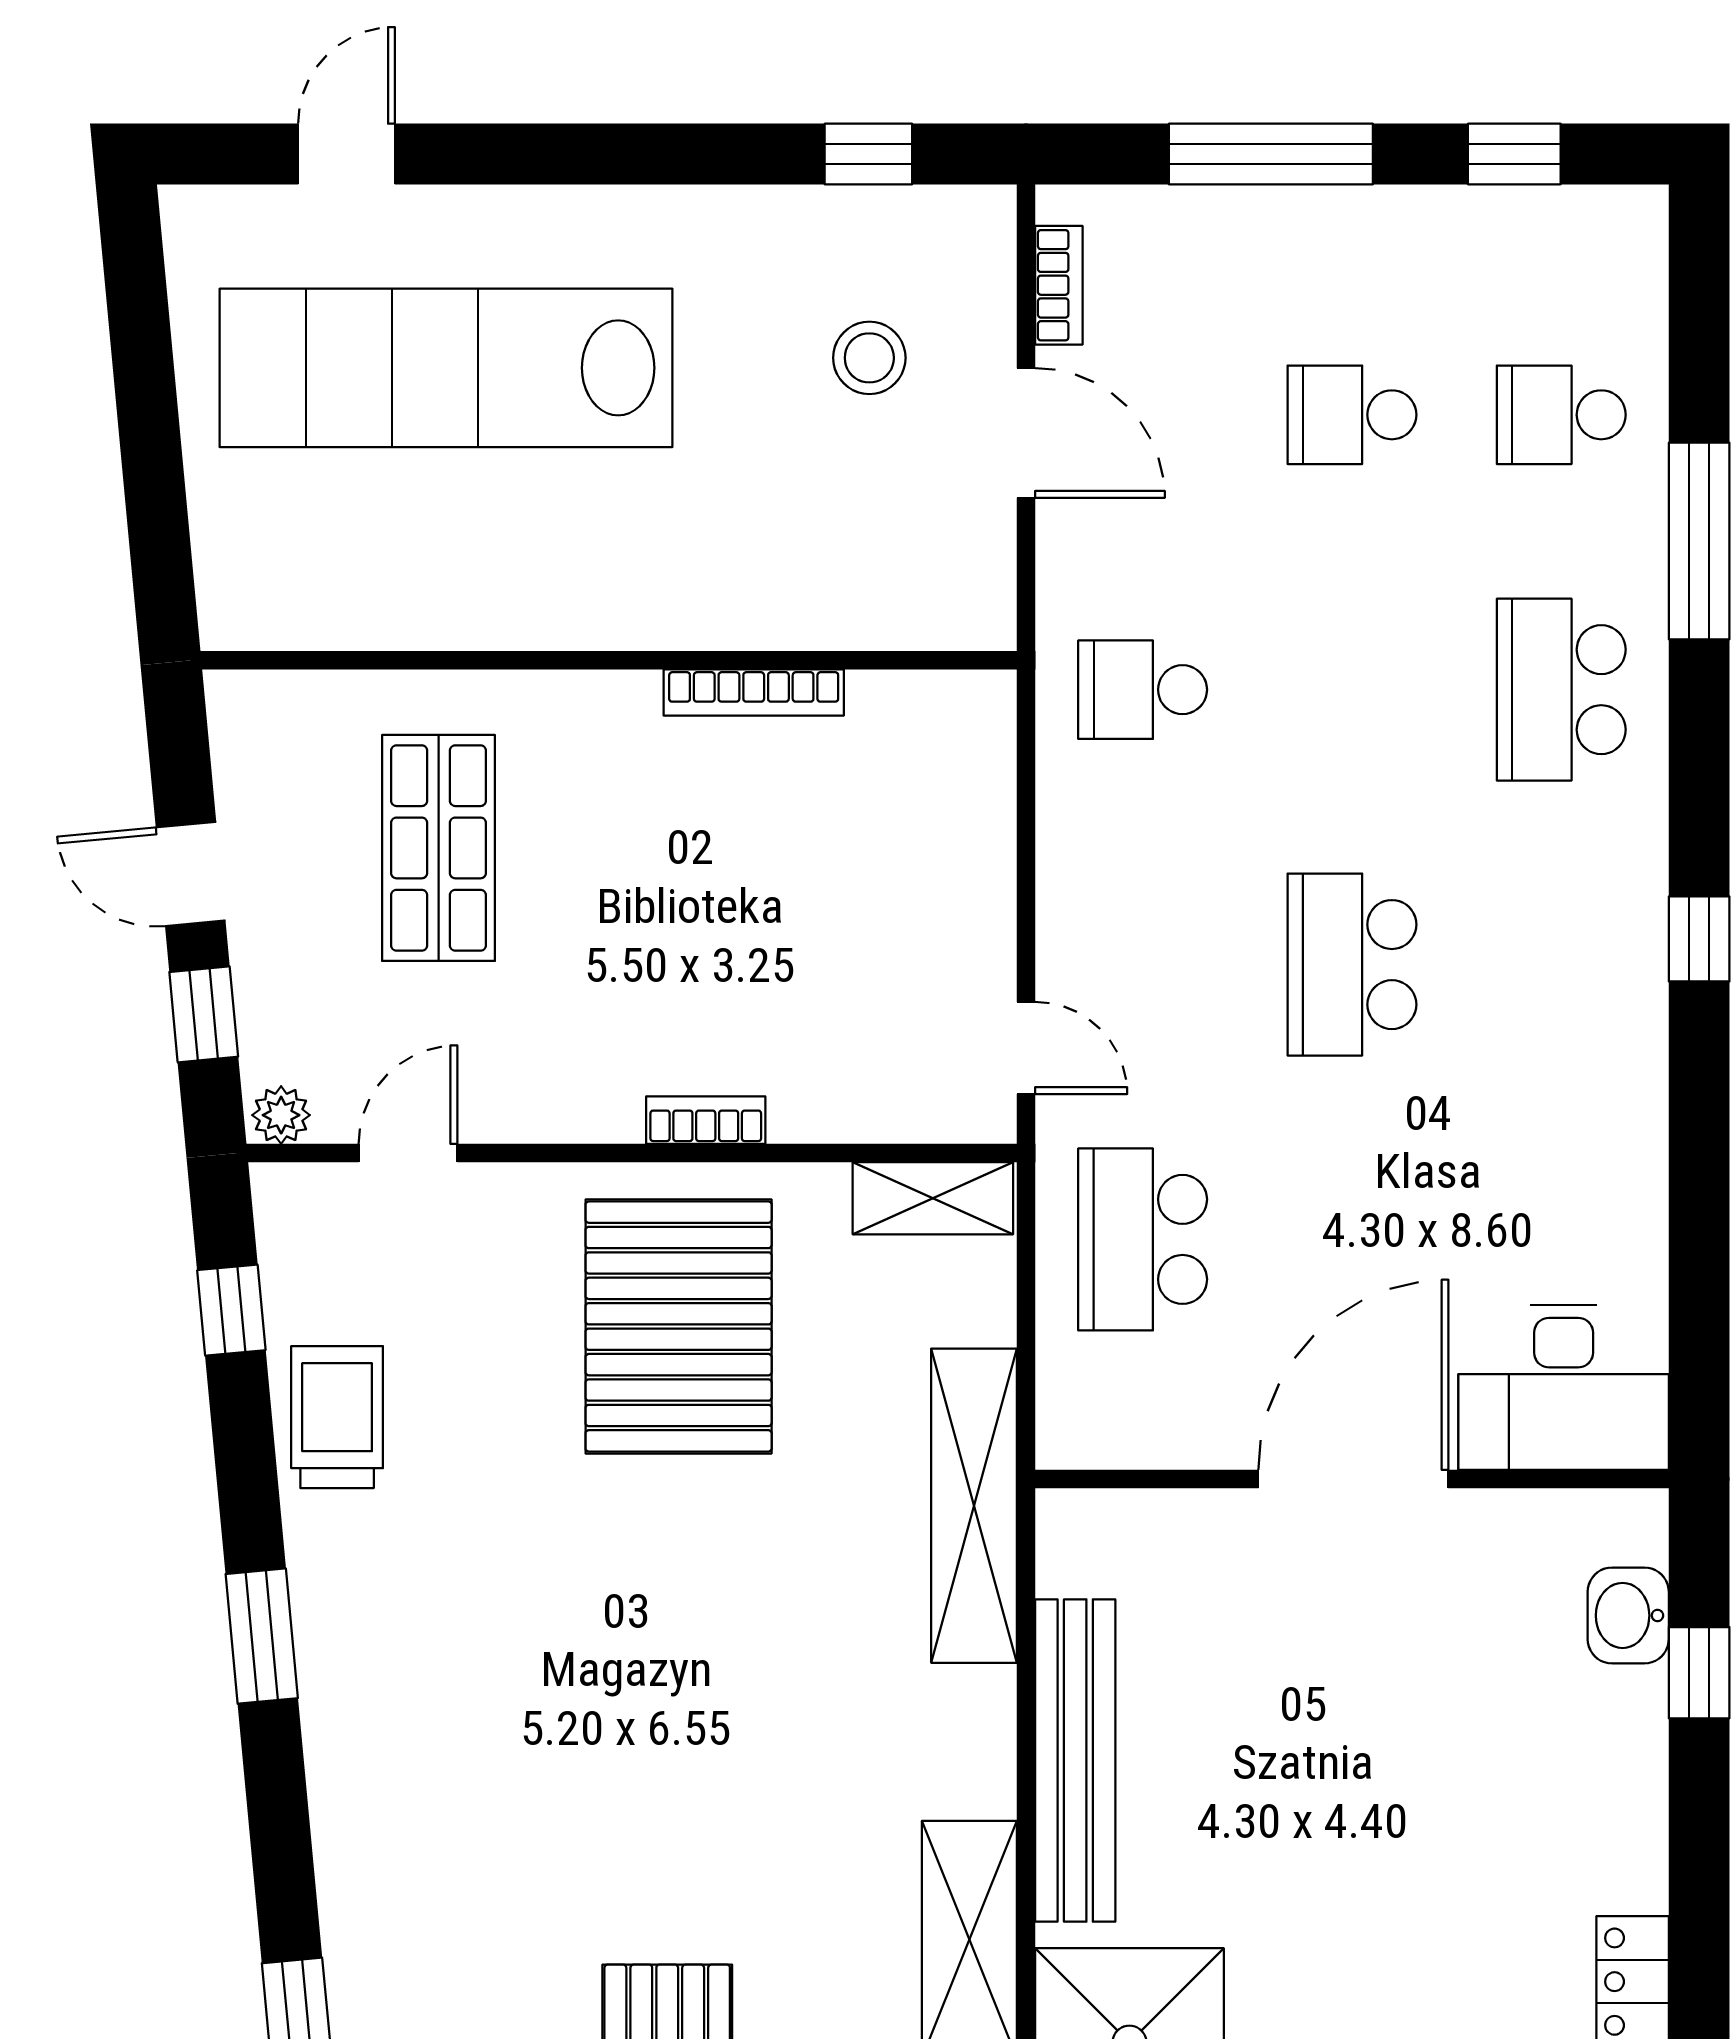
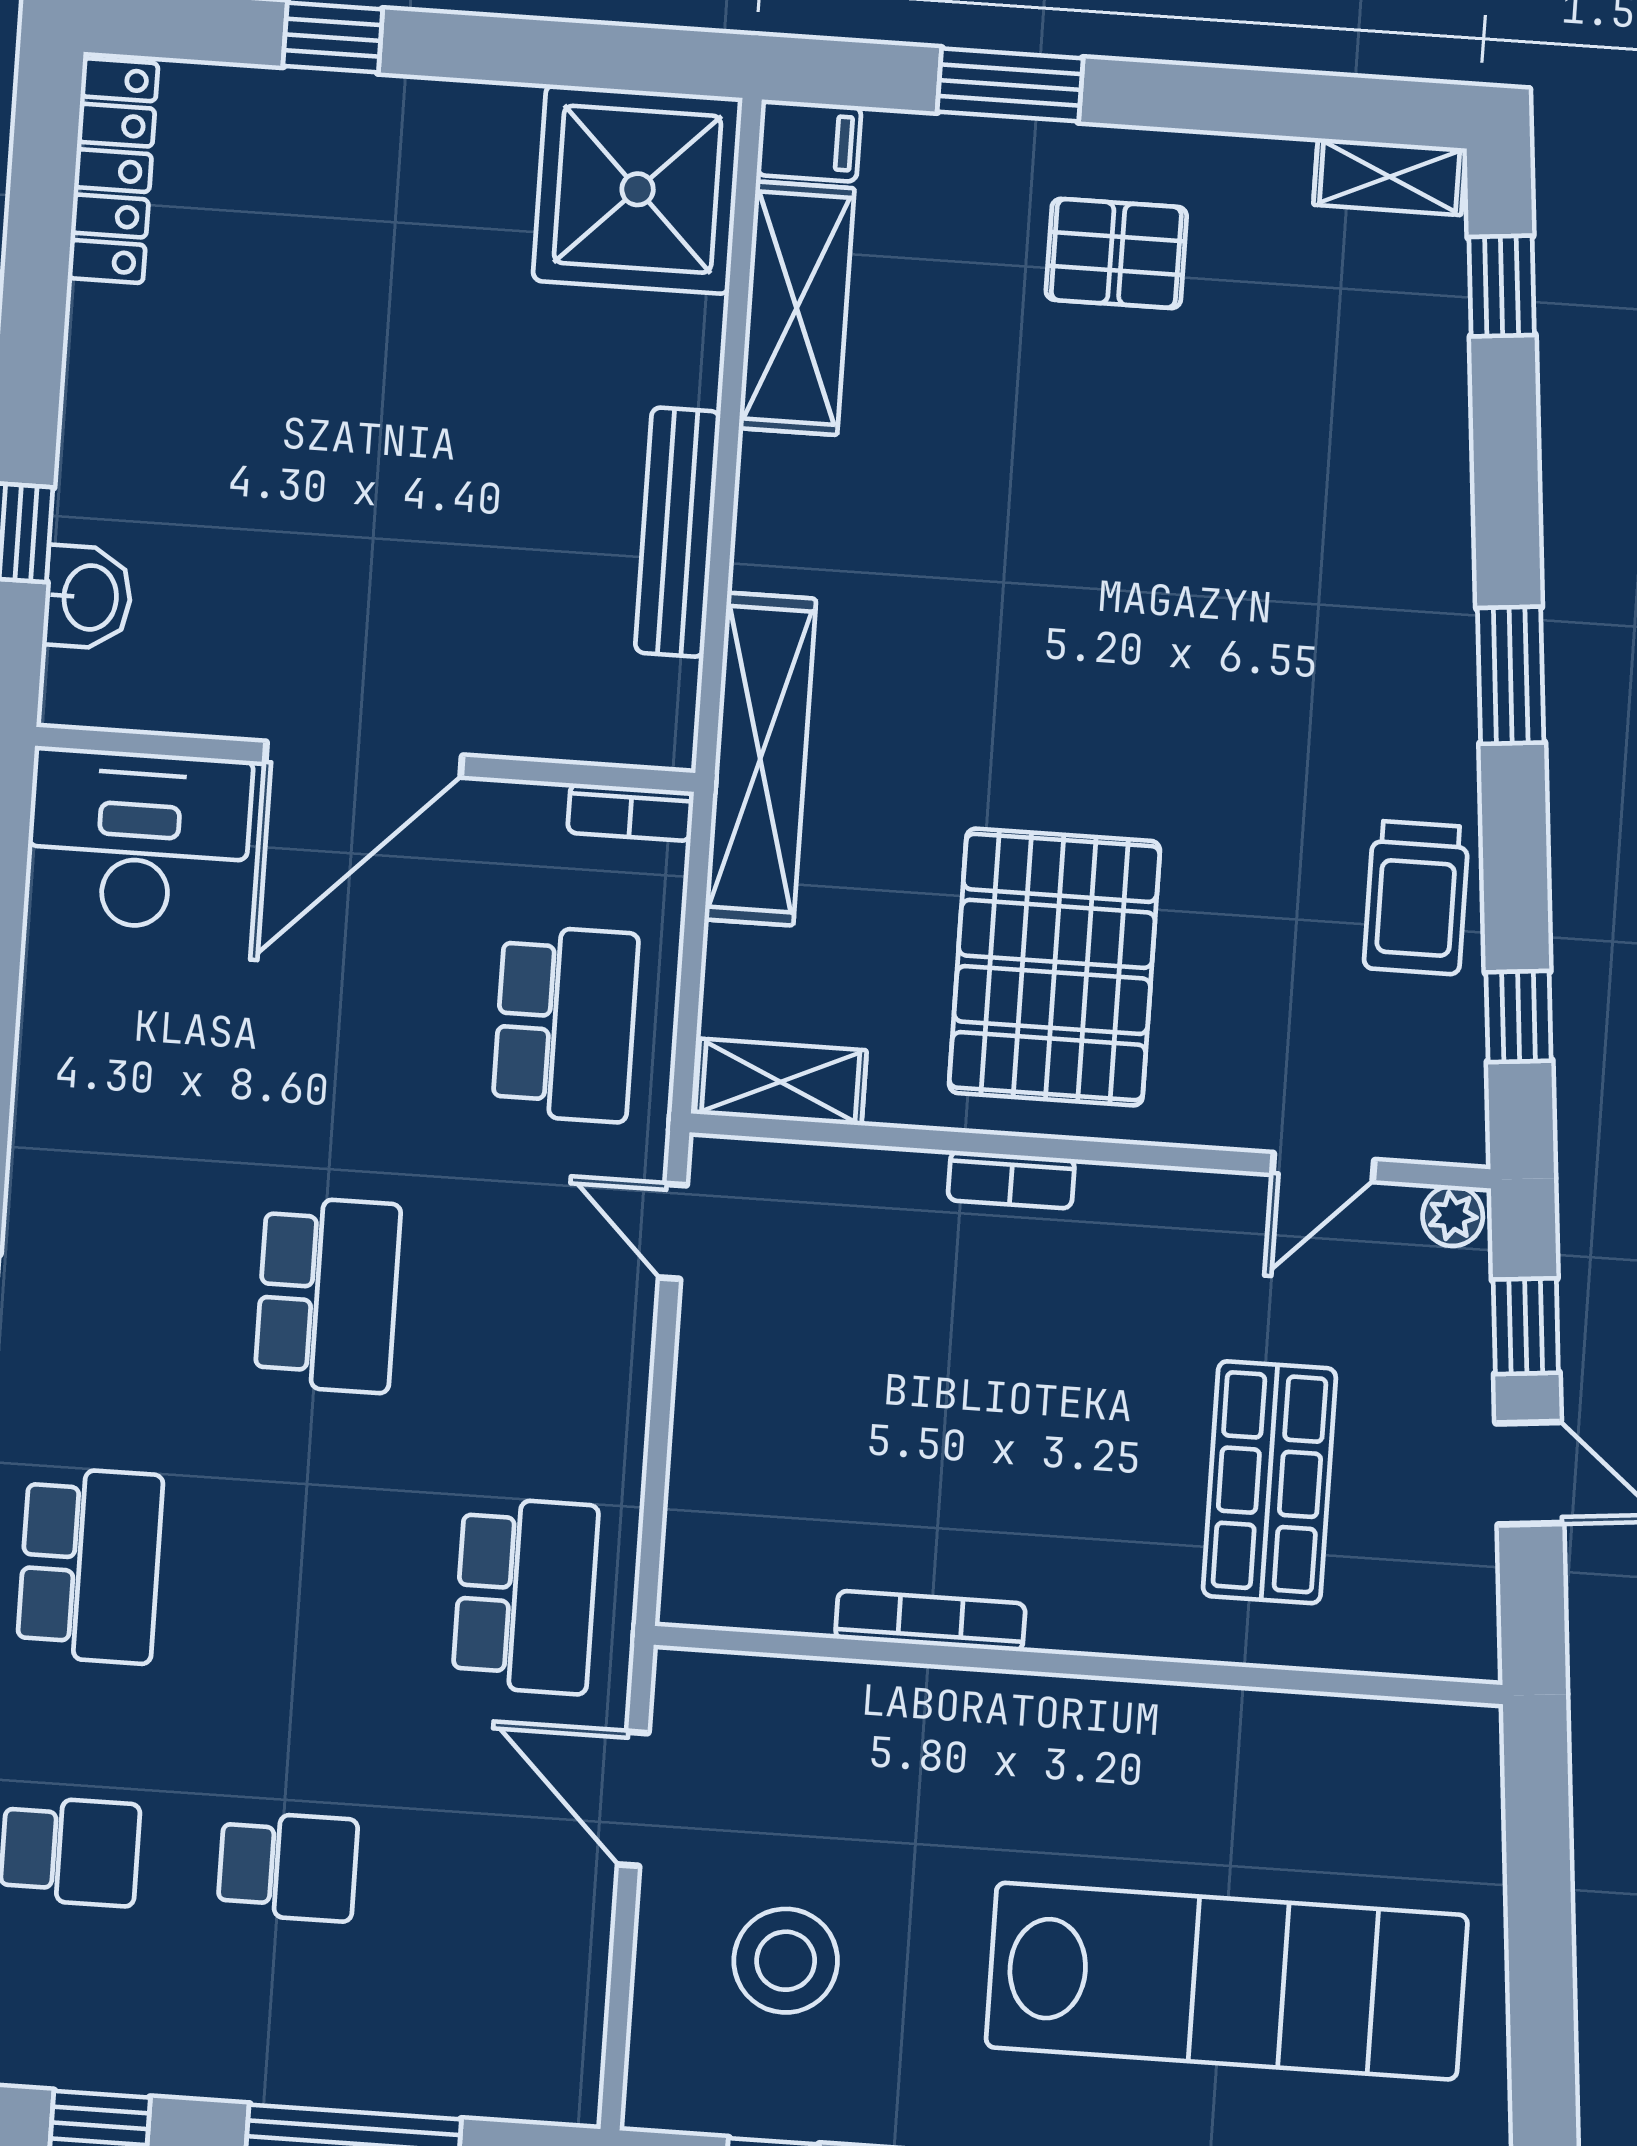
bookcase: (1059, 285) -> (631, 812), moved, turned -90
stool: (869, 358) -> (786, 1961), width x1.38, depth x1.38
door: (1026, 433) -> (633, 1799), moved
school desk: (1143, 690) -> (525, 1596), width x1.85
bench: (1075, 1761) -> (678, 532), width x0.73, depth x0.82

